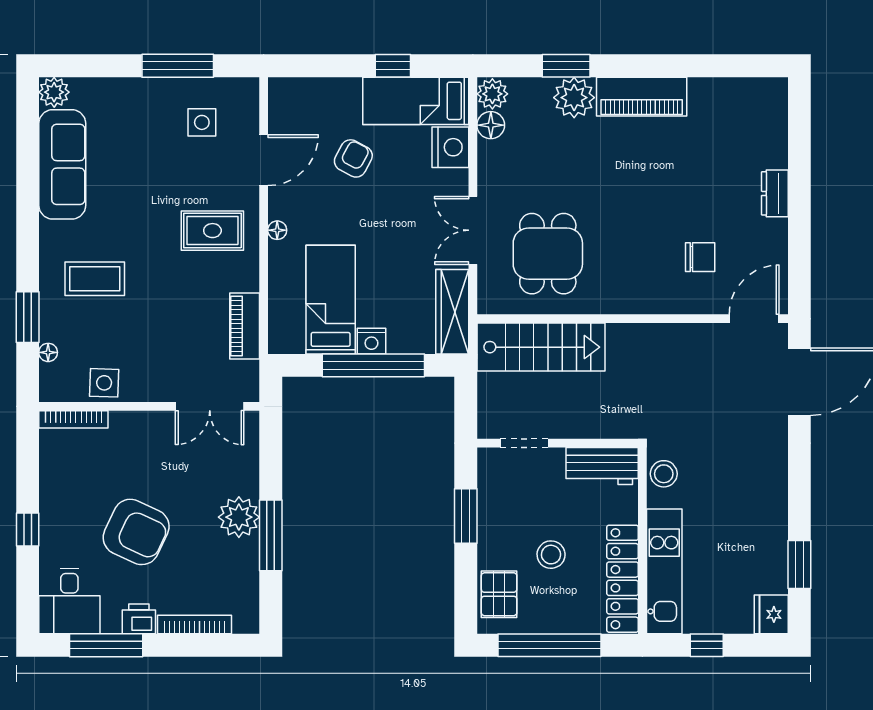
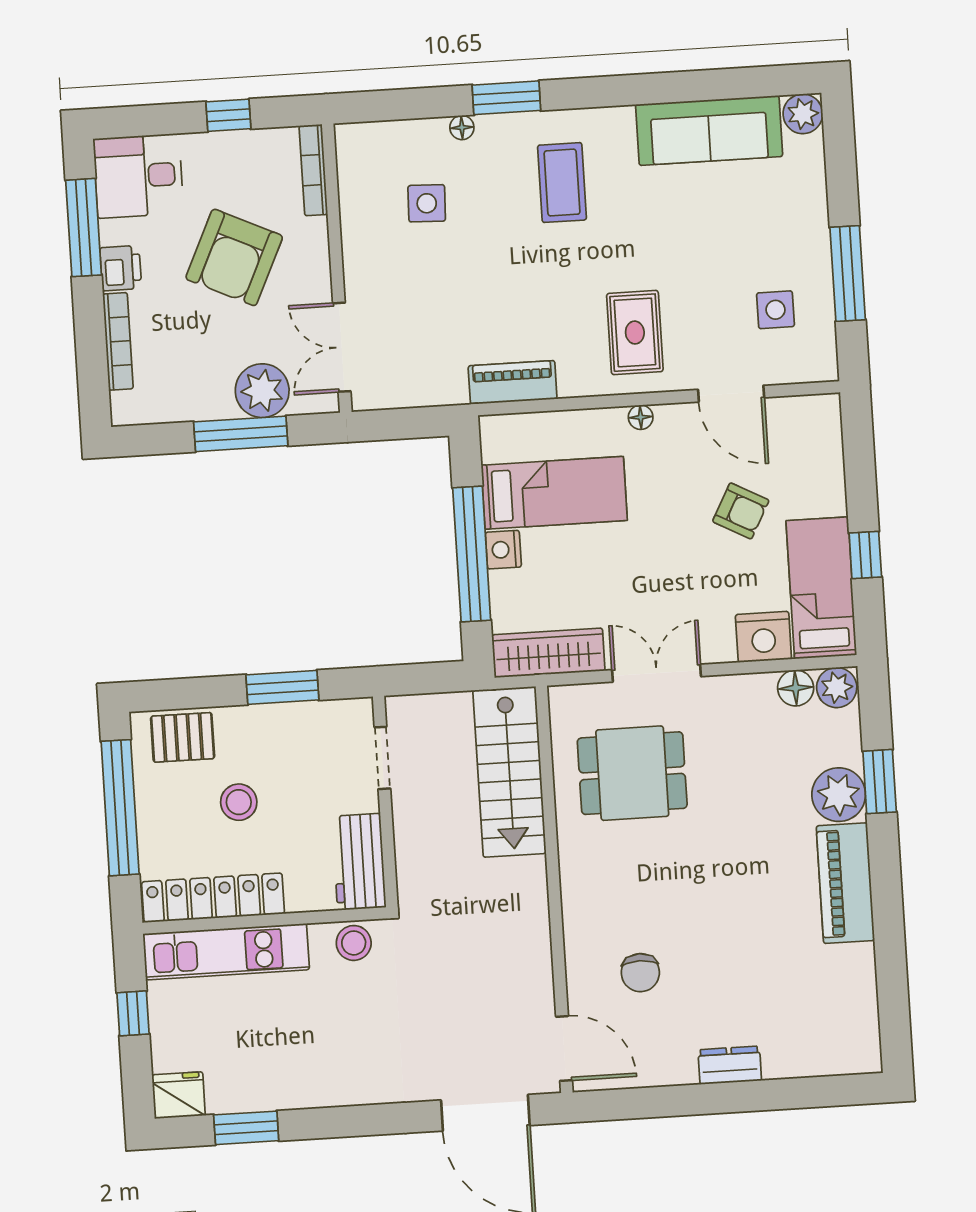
wall: (149, 406) -> (337, 268), moved
double door: (210, 406) -> (342, 347), moved
bookcase: (73, 419) -> (313, 170), moved

